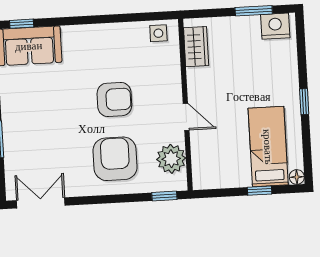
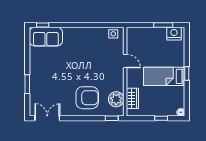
wardrobe: (196, 47) -> (132, 98), moved
armchair: (114, 99) -> (89, 67), removed
door: (186, 117) -> (125, 61), moved
bed: (268, 147) -> (164, 76), moved, turned -90
armchair: (115, 159) -> (87, 98), turned 90

